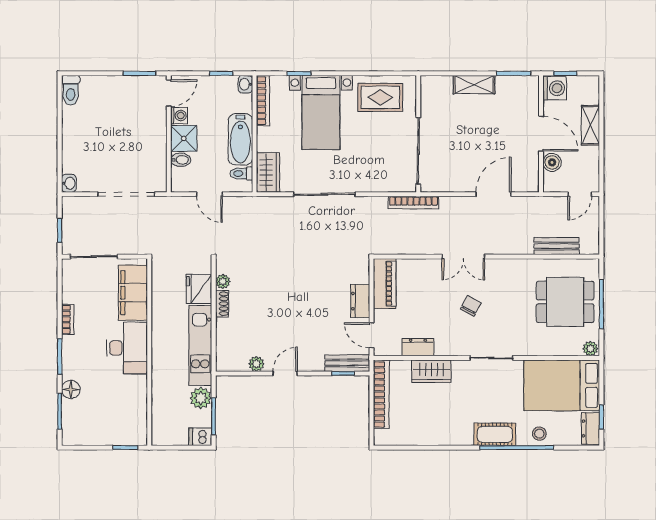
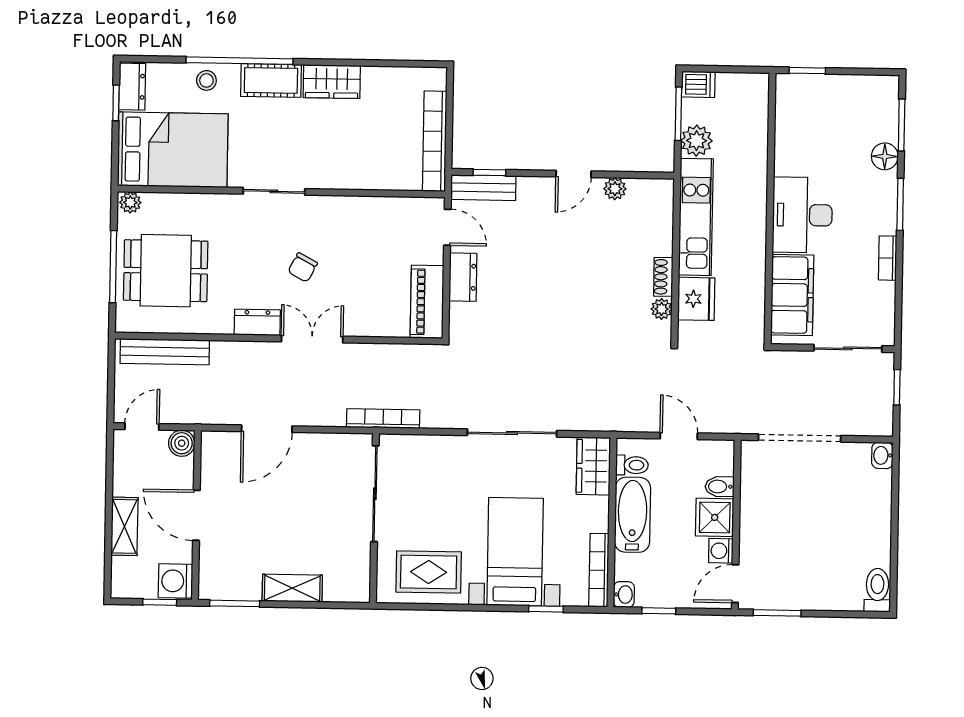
boiler: (552, 162) -> (182, 443), moved
bench: (557, 246) -> (165, 352), width x1.36
dresser: (418, 347) -> (257, 322), moved, turned 180
wardrobe: (431, 371) -> (332, 82), moved, turned 180

